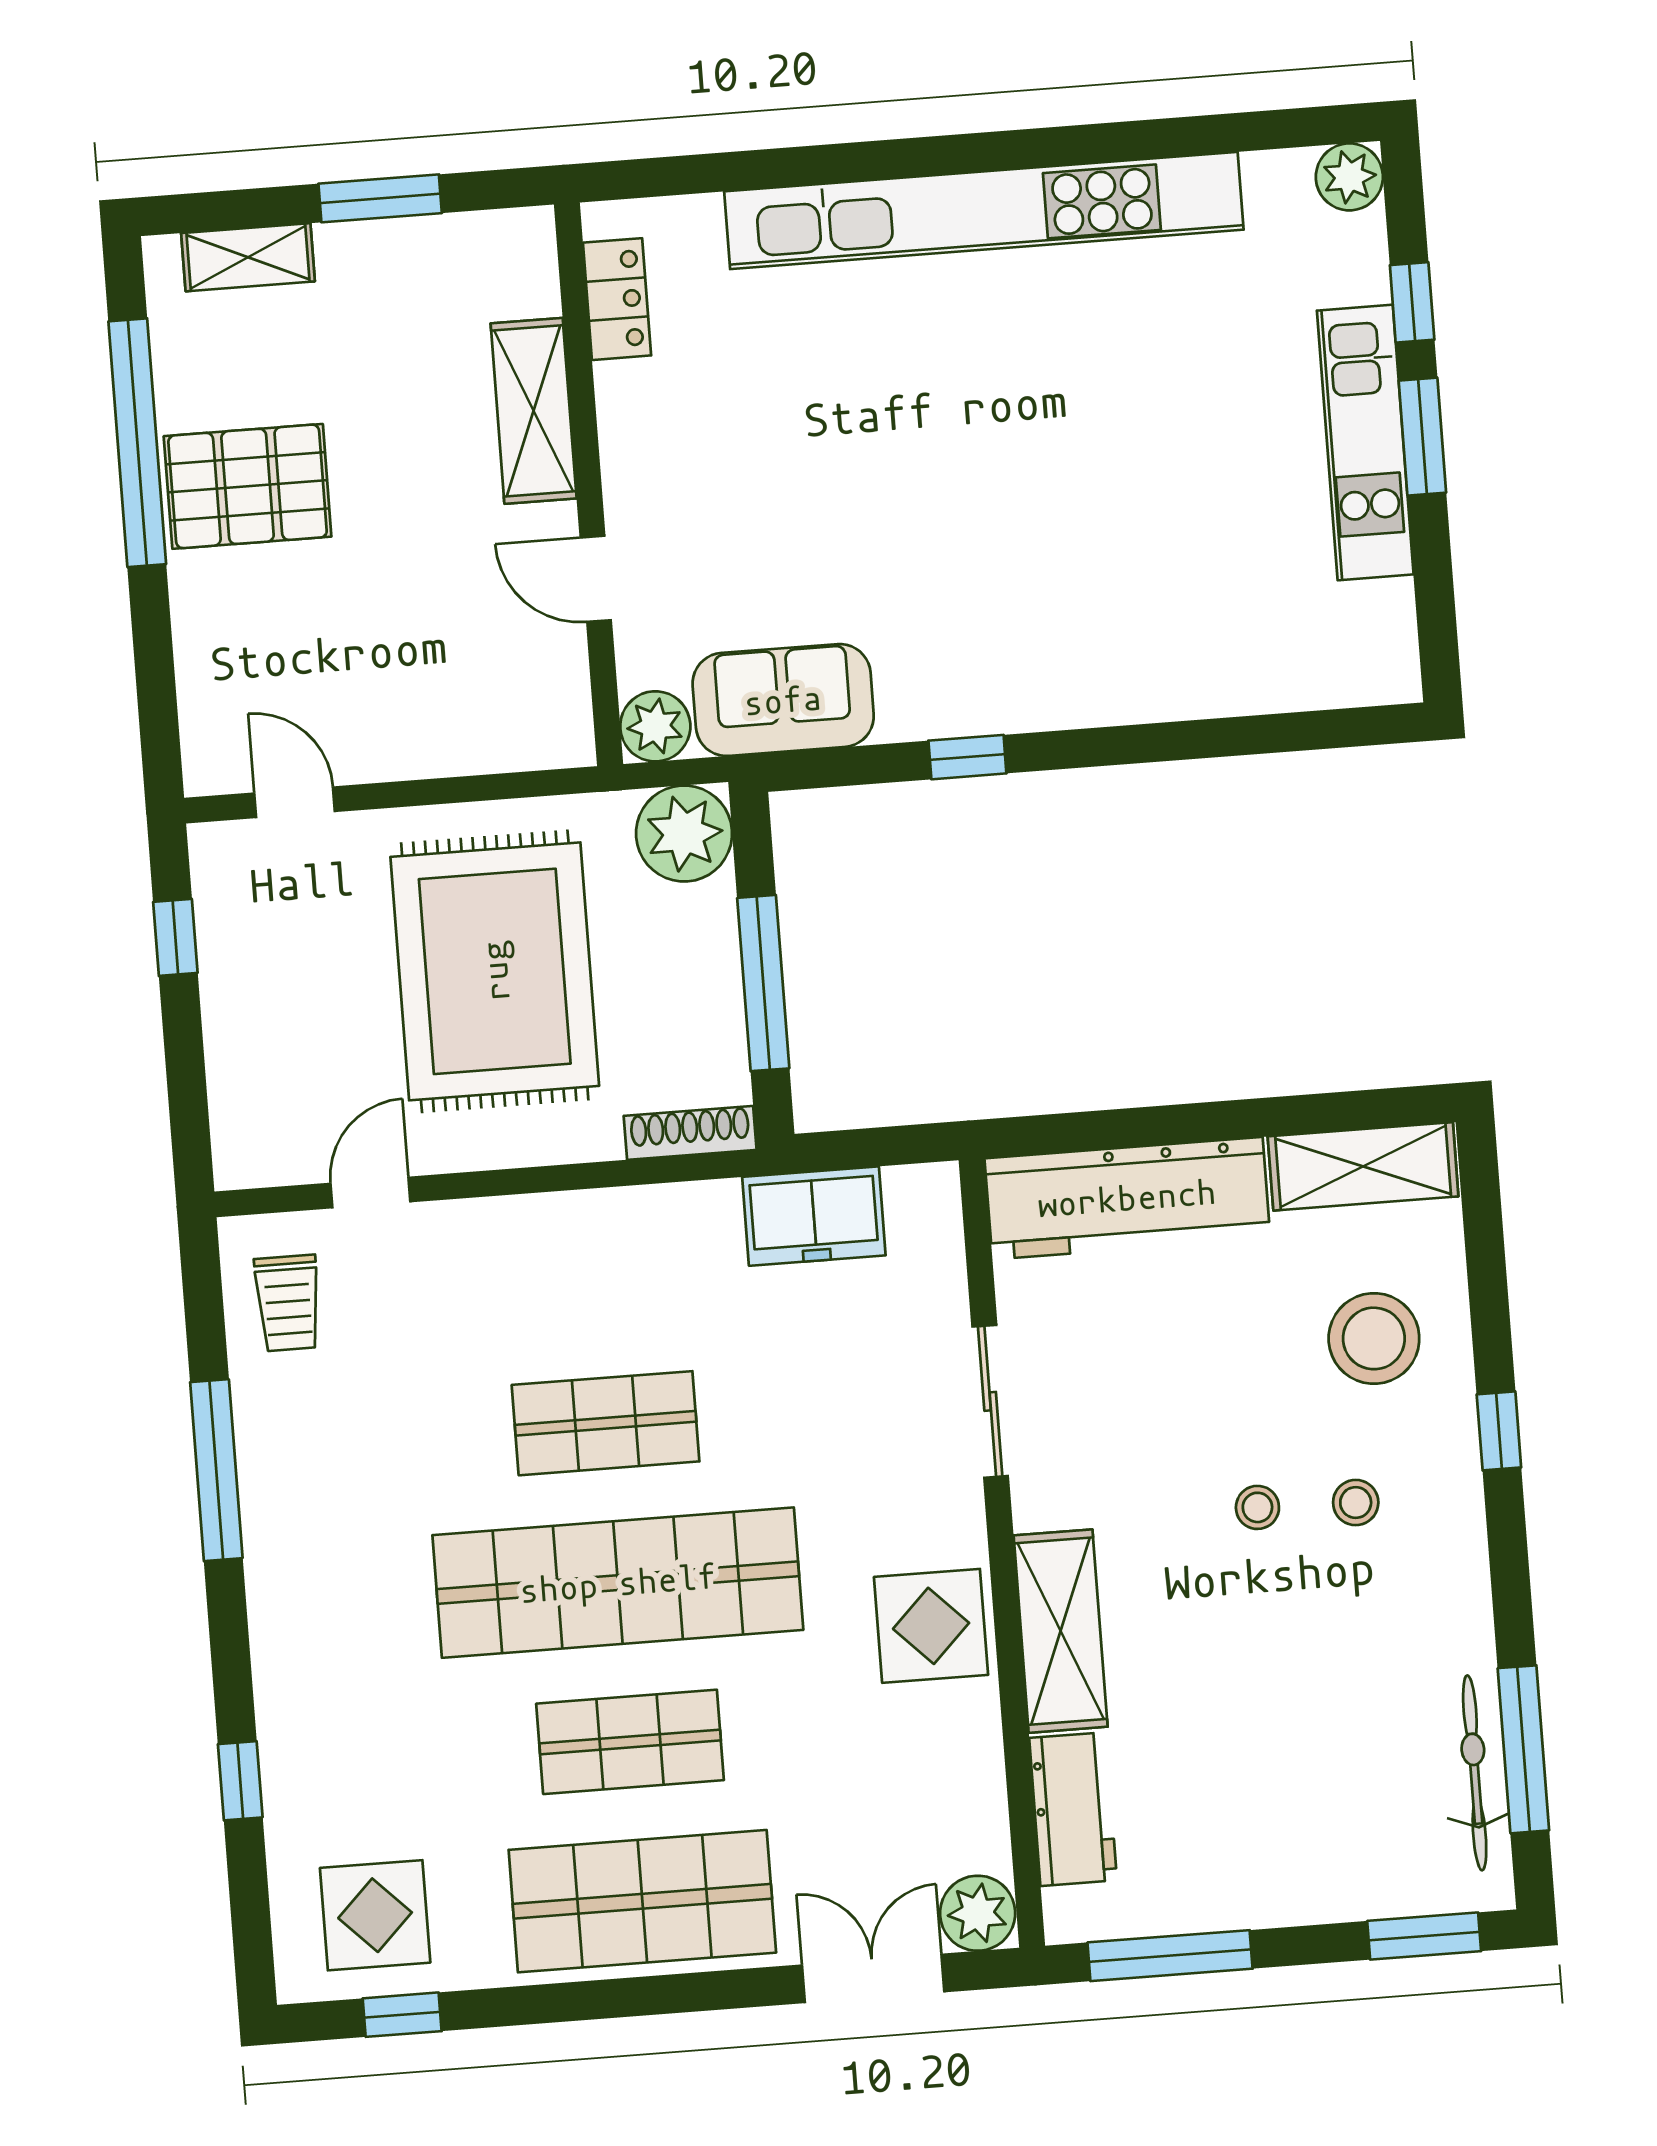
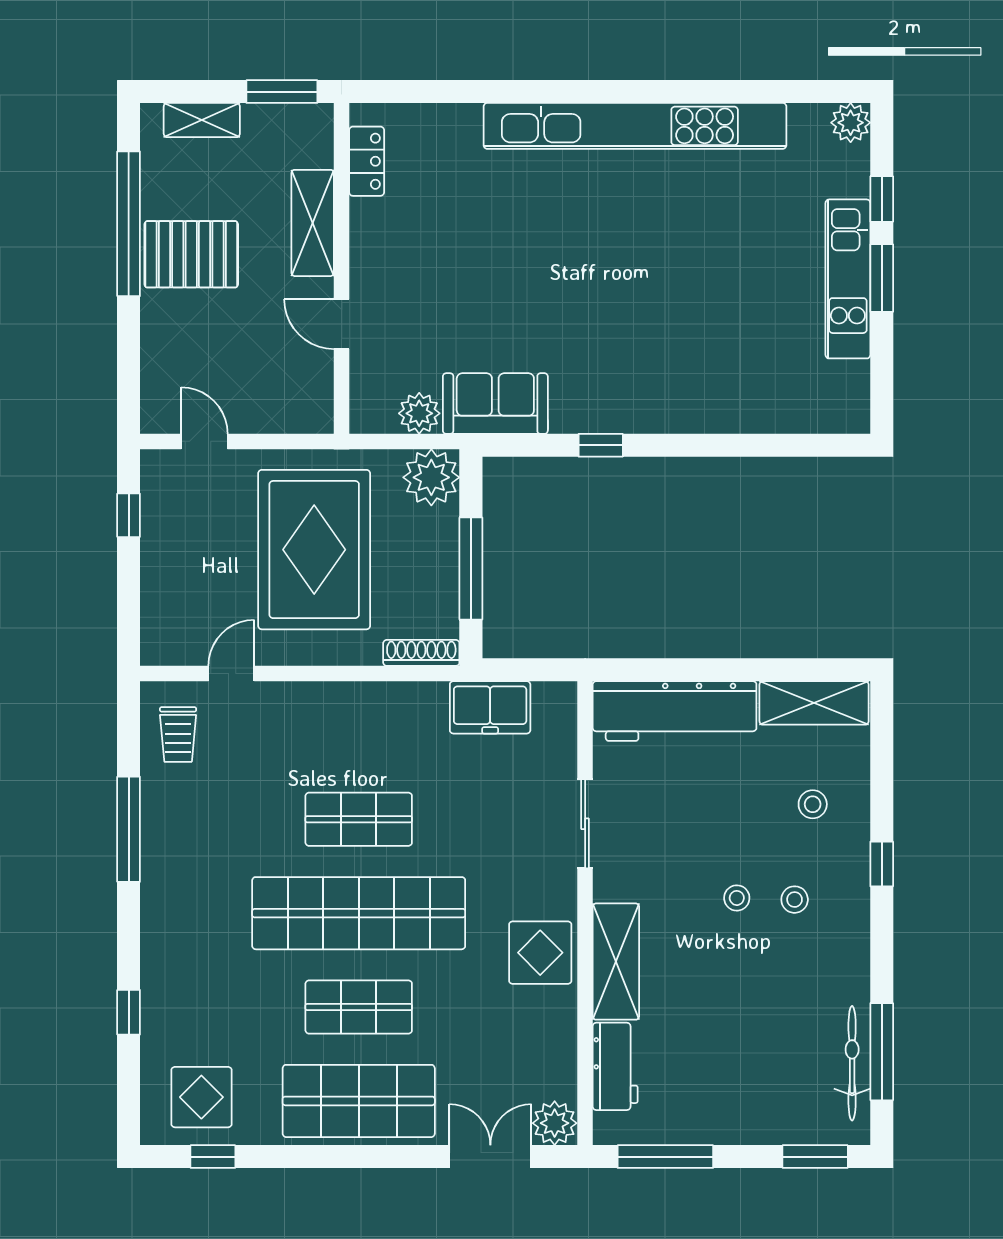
locker: (617, 299) -> (367, 161), moved
shelving: (534, 411) -> (313, 223), moved
wall: (589, 484) -> (342, 268), moved
door: (596, 579) -> (342, 324), moved
stool: (1374, 1338) -> (813, 804), width x0.53, depth x0.53

